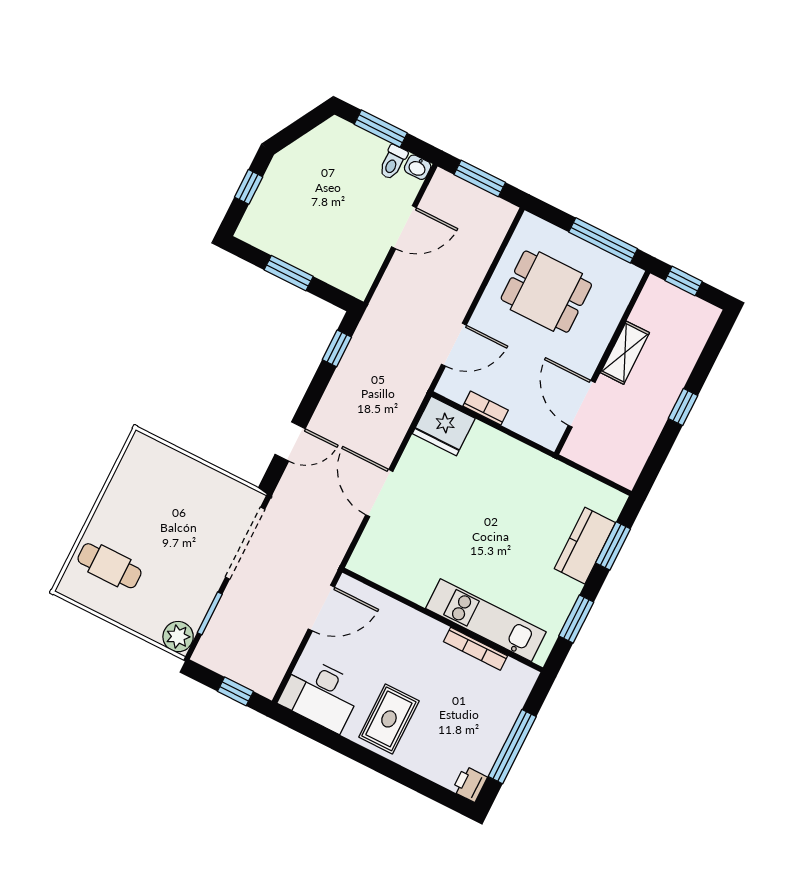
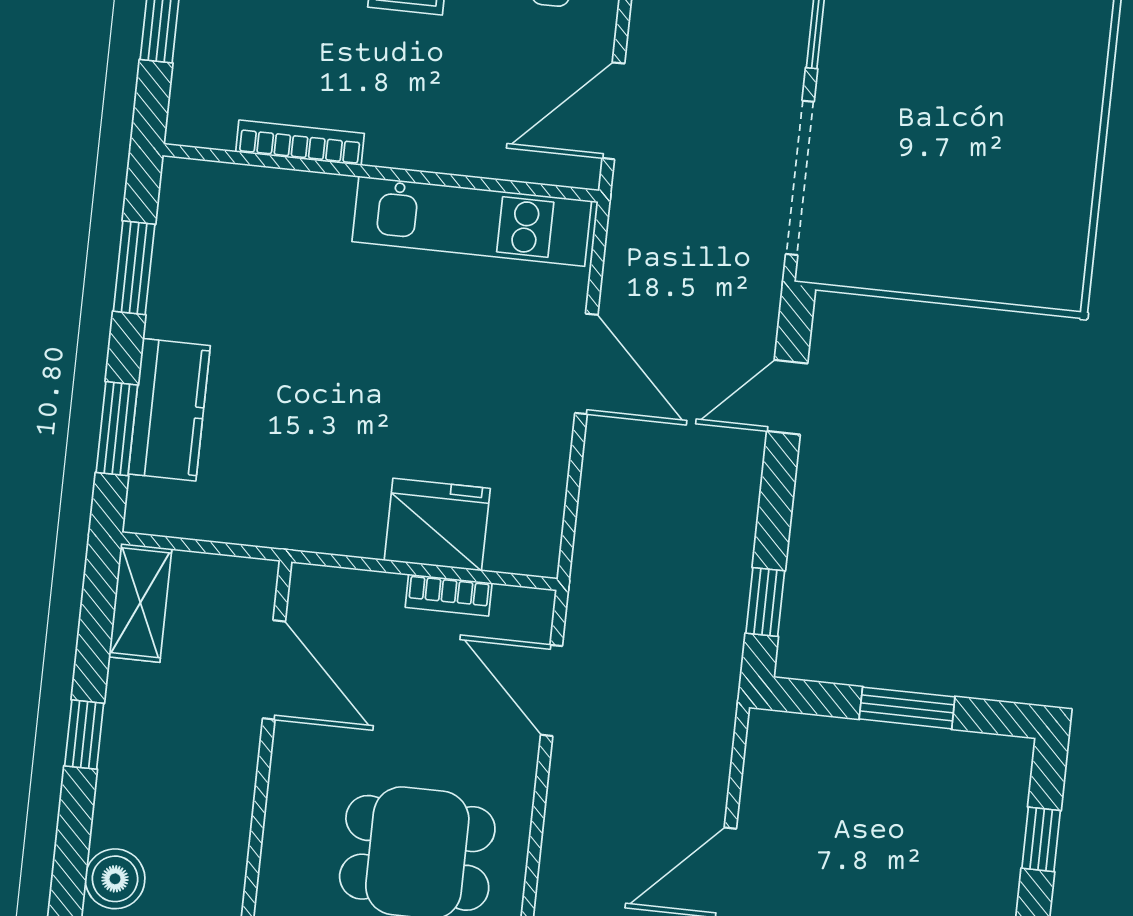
boiler: (694, 333) -> (115, 879), added
door: (454, 345) -> (551, 690), hinge flipped
shelving: (625, 353) -> (140, 603), moved
fridge: (444, 426) -> (437, 525), moved
cafe table: (109, 566) -> (1035, 42), removed
kitchen unit: (486, 620) -> (472, 221), moved

